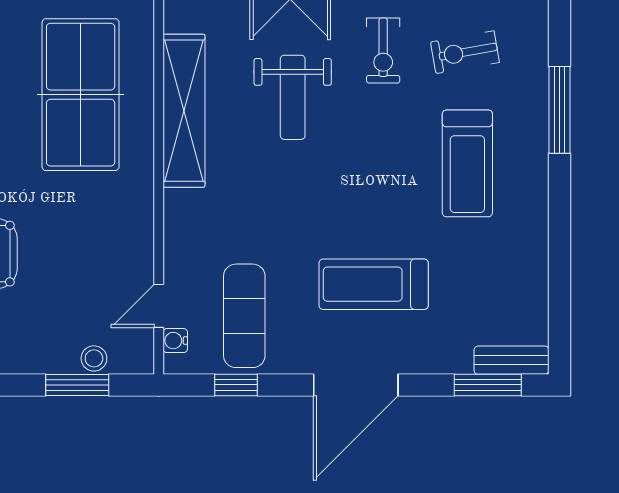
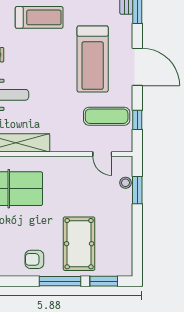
treadmill: (374, 284) -> (93, 59), width x1.37, depth x1.37
water cooler: (175, 341) -> (118, 147), removed

